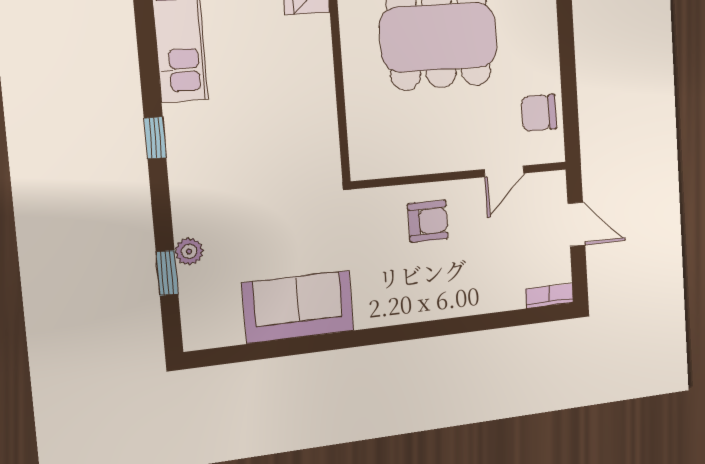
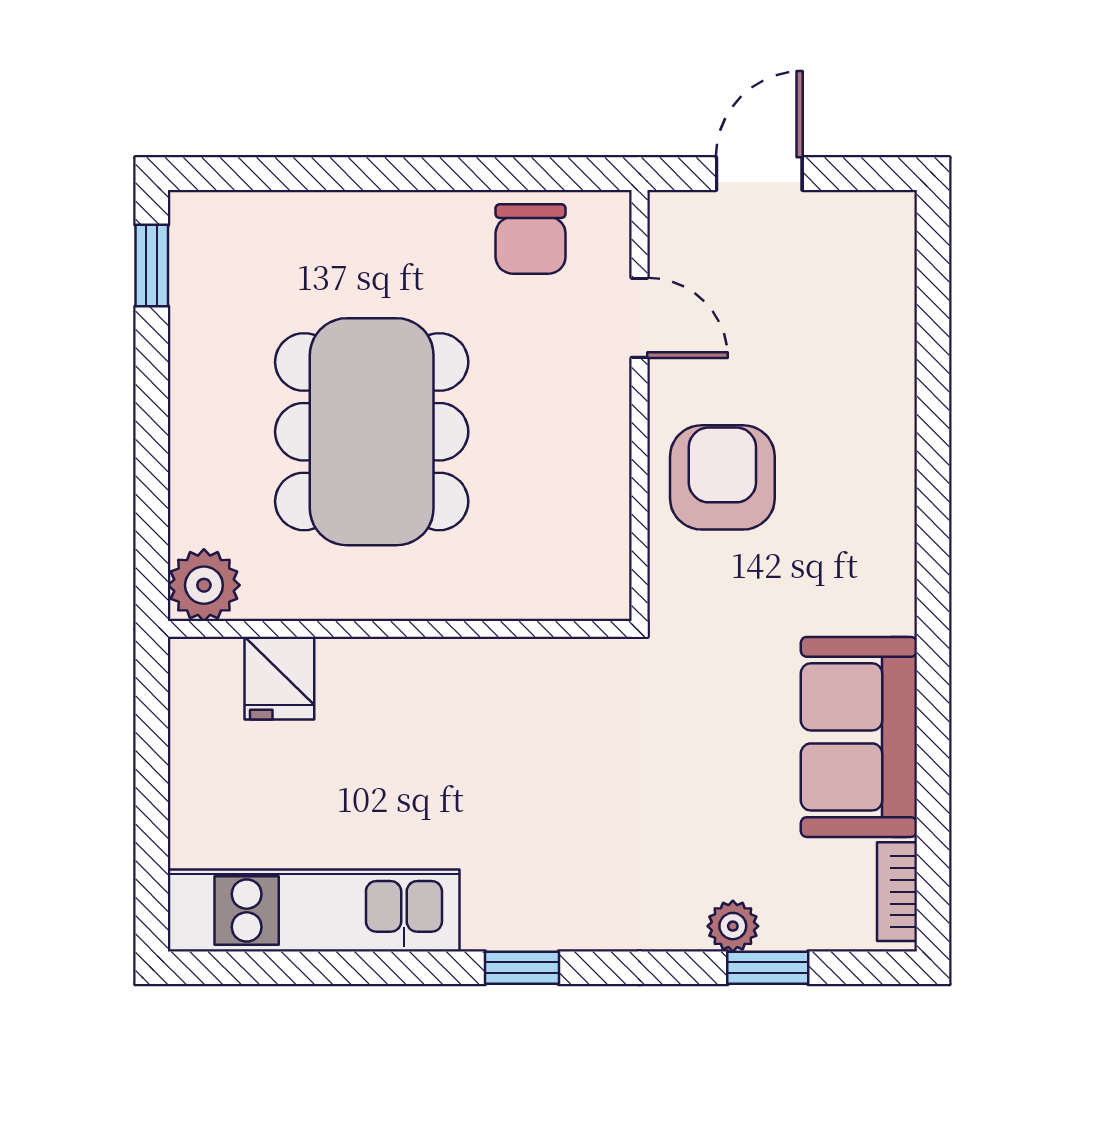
armchair: (428, 221) -> (722, 477), width x1.38, depth x1.38
bookcase: (549, 296) -> (897, 892), moved

